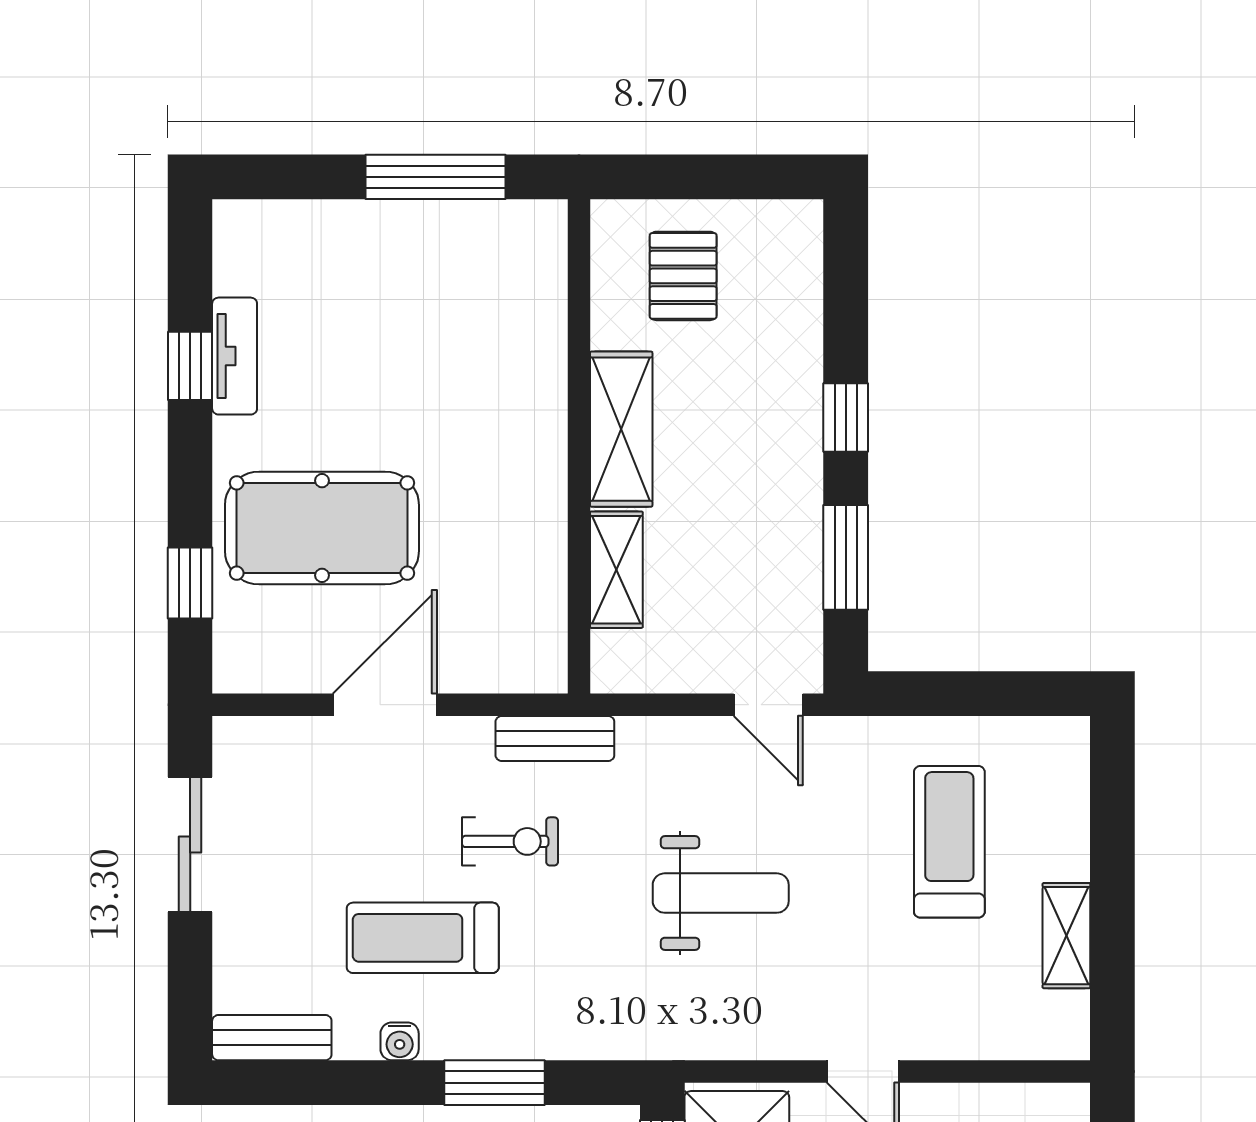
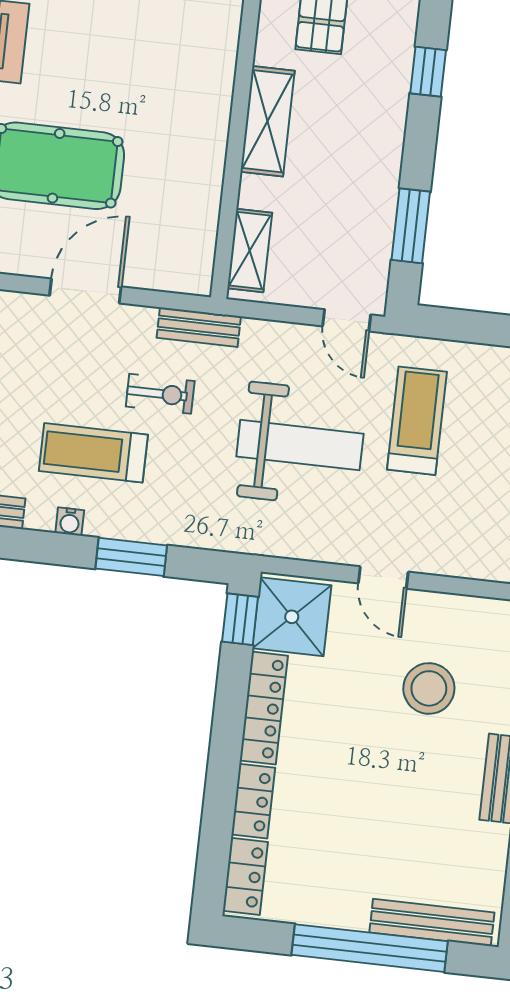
window: (846, 418) -> (428, 72), moved
shelving: (616, 570) -> (250, 251), moved
treadmill: (949, 842) -> (417, 421), moved
weight bench: (721, 893) -> (300, 445), width x1.36, depth x1.33

